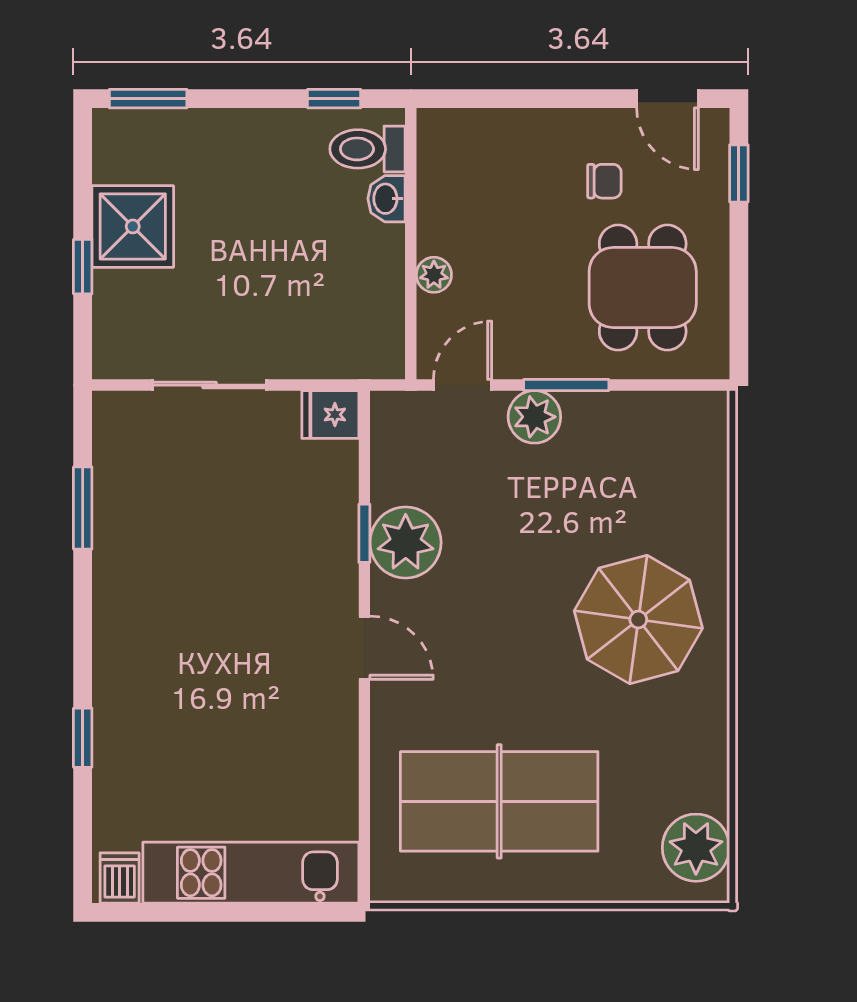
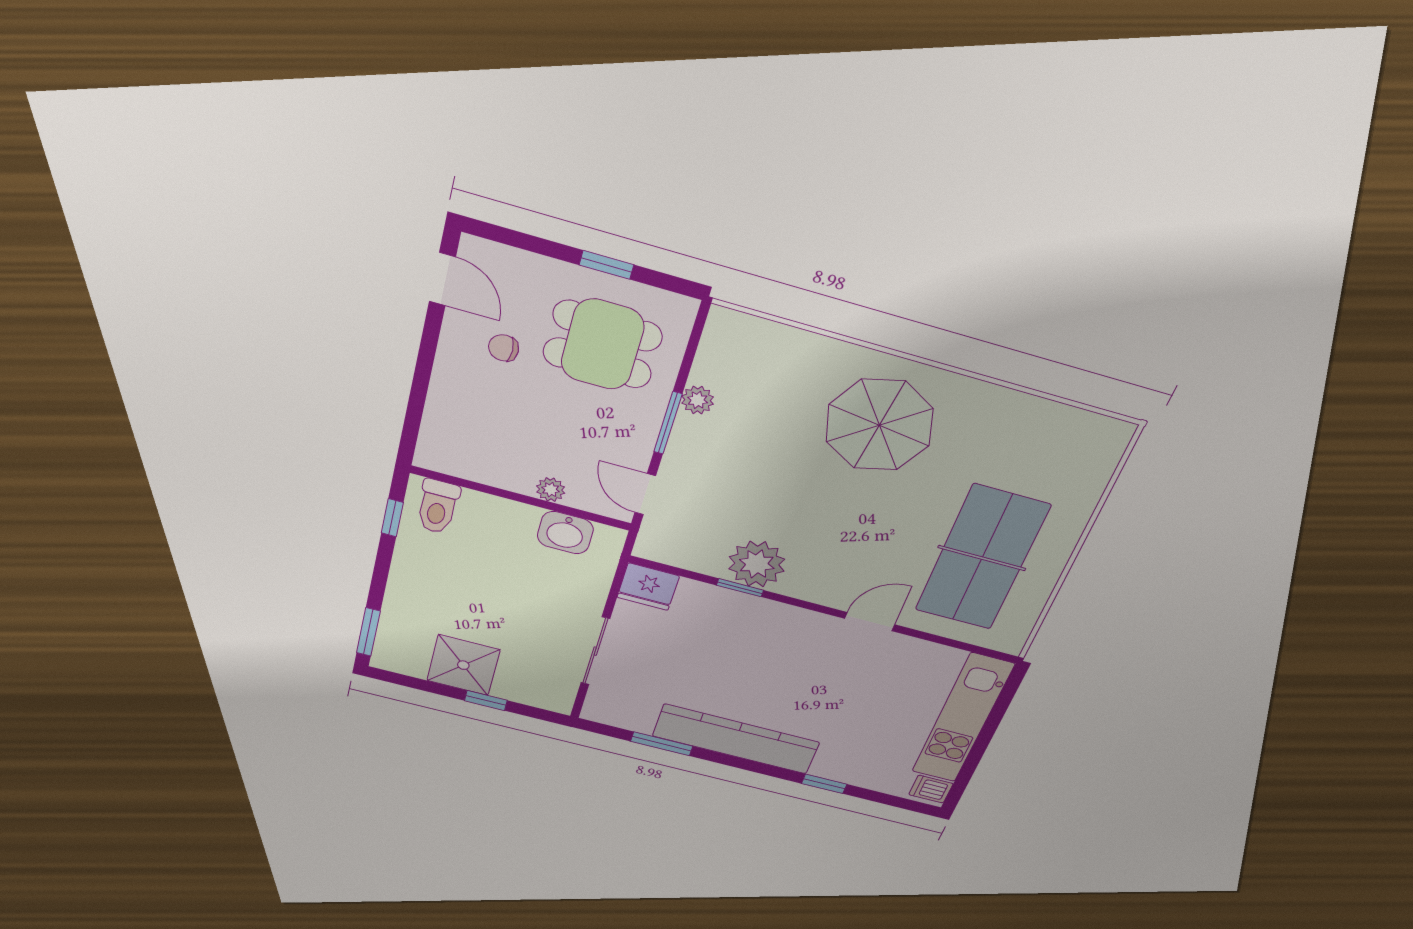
door: (668, 99) -> (442, 279), hinge flipped
window: (739, 173) -> (606, 265), moved
chair: (604, 181) -> (504, 348), turned -90
washbasin: (387, 199) -> (565, 533), moved, width x1.38, depth x1.45
fridge: (330, 415) -> (648, 587), width x1.38
plant: (534, 417) -> (698, 400), moved, width x0.73, depth x0.73
kitchen counter: (122, 600) -> (736, 739), added
door: (364, 648) -> (870, 622), moved
plant: (696, 848) -> (1083, 436), removed

